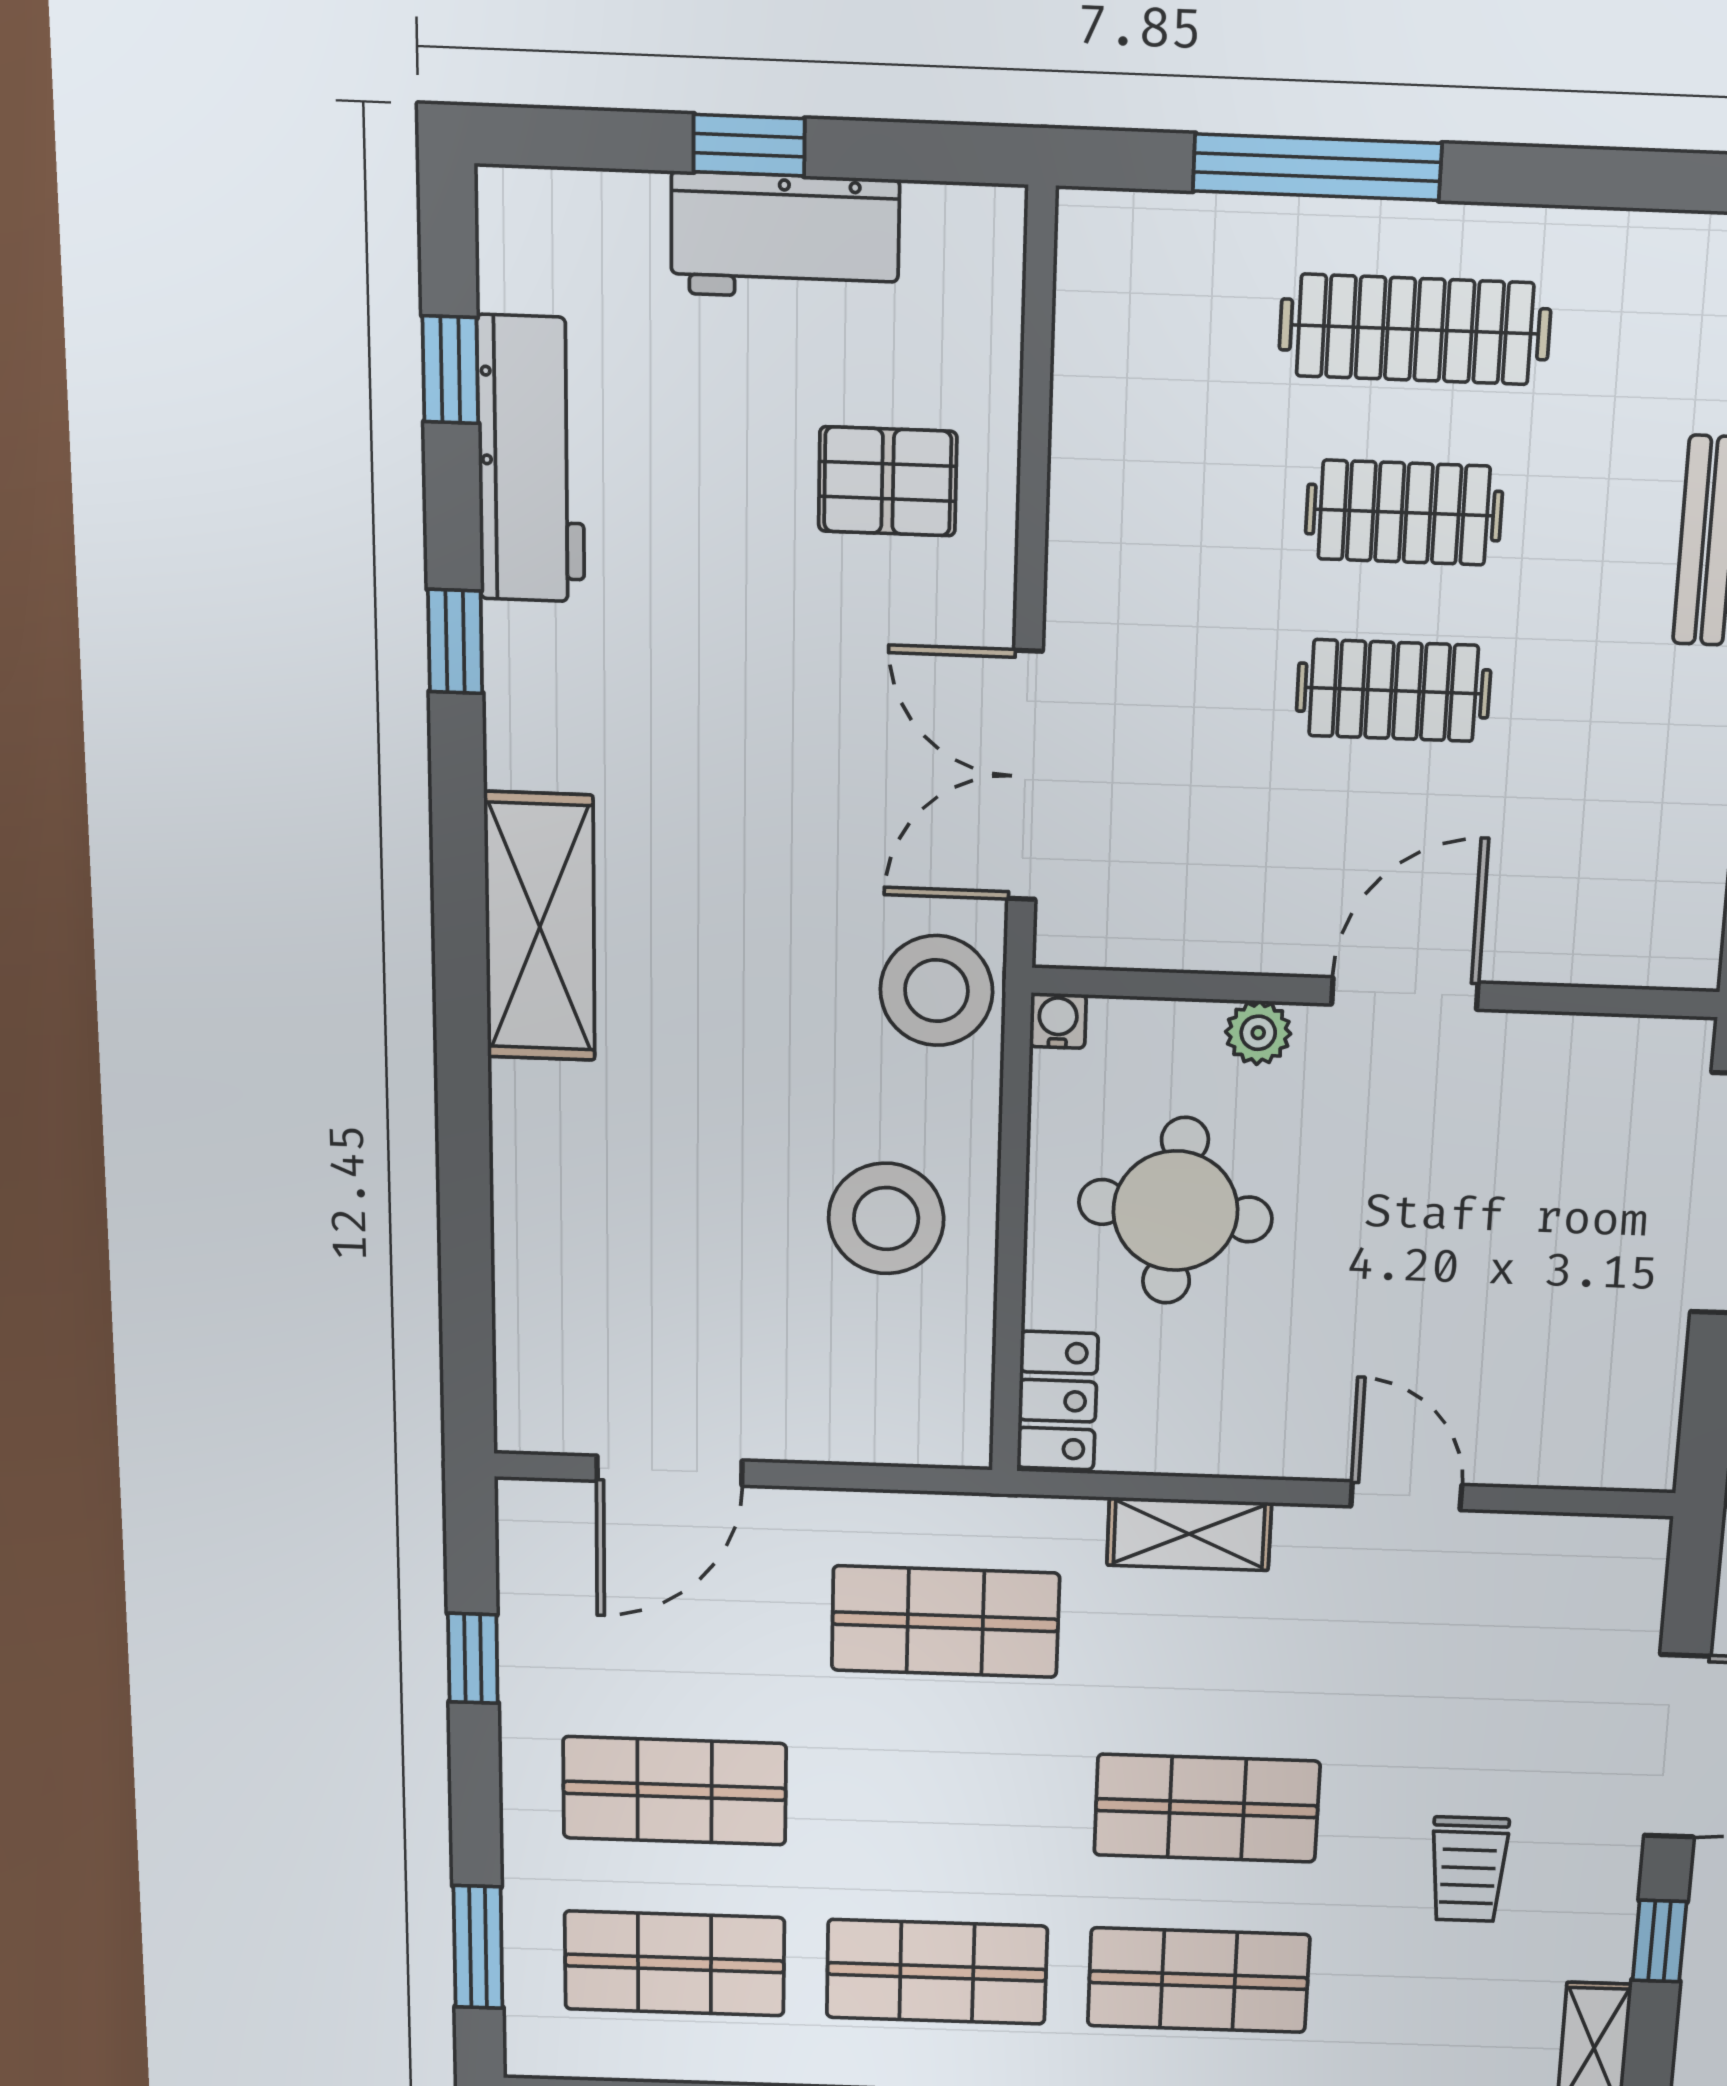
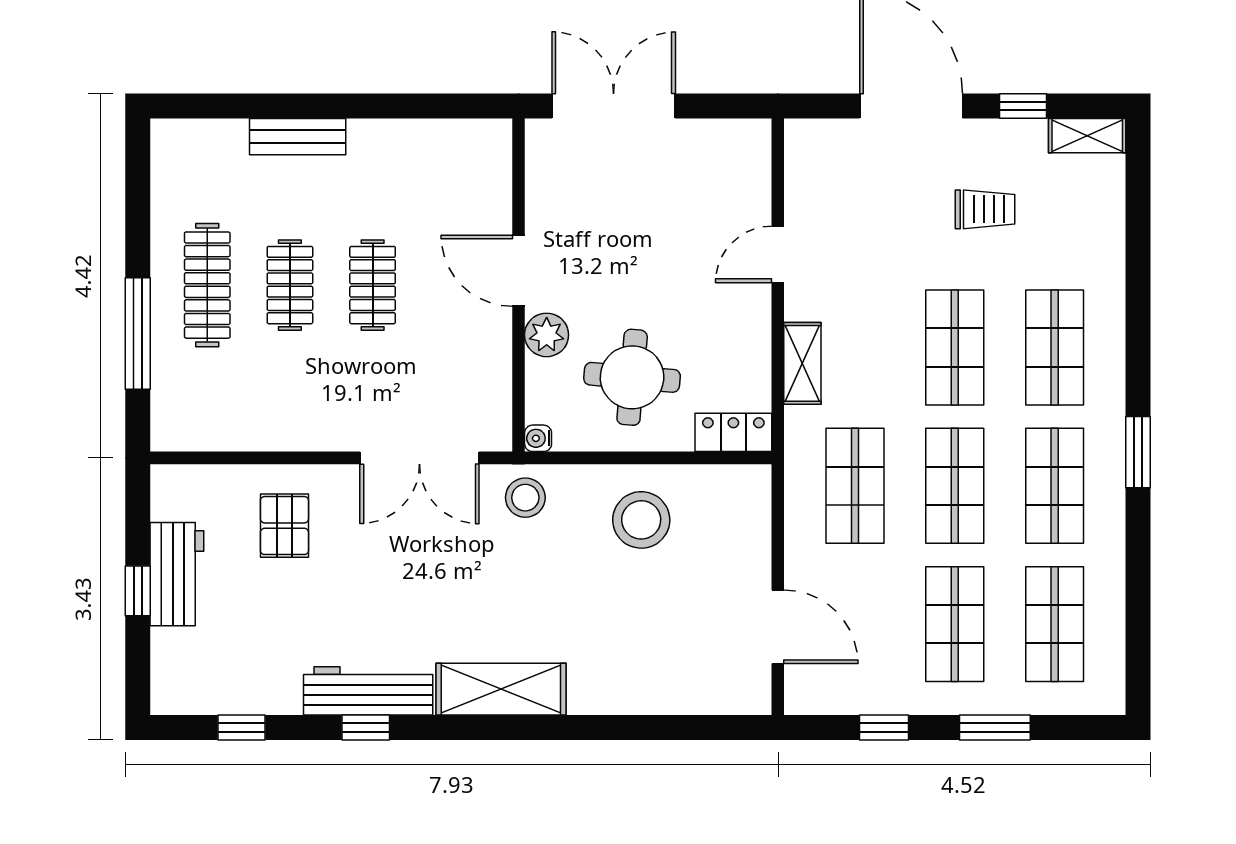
workbench: (531, 460) -> (368, 691), moved
stool: (936, 991) -> (525, 498), width x0.73, depth x0.73
plant: (1258, 1033) -> (547, 335), width x1.38, depth x1.38
shop shelf: (941, 1799) -> (955, 486), added
window: (478, 1947) -> (995, 727), moved

